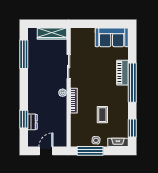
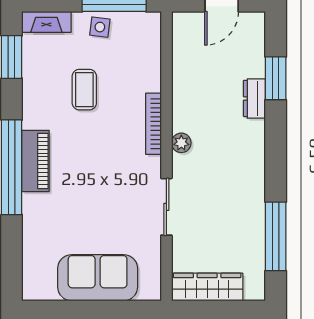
sofa: (112, 37) -> (98, 278), moved
piano: (122, 73) -> (35, 161), moved
dresser: (33, 122) -> (254, 98), moved

